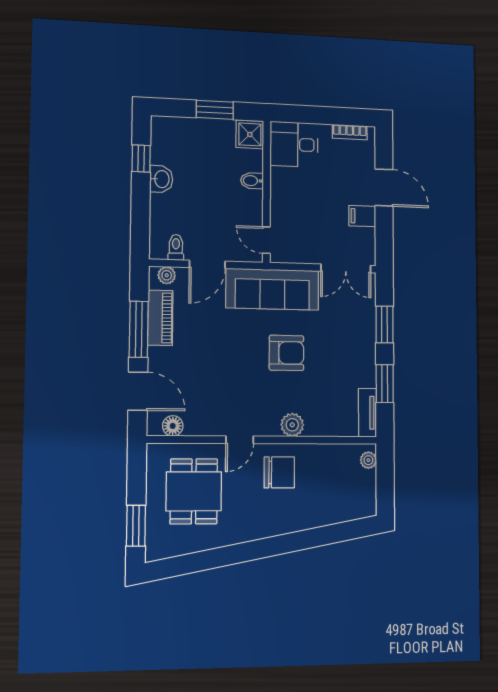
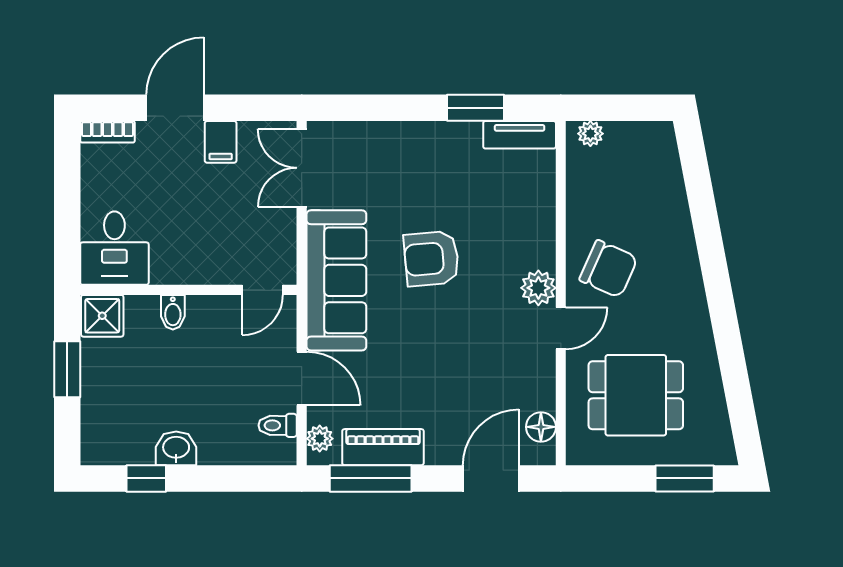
bookcase: (350, 132) -> (108, 132), moved, turned 90
double door: (346, 268) -> (302, 168), swing flipped
window: (384, 325) -> (386, 108), removed
window: (139, 329) -> (371, 478), moved
armchair: (287, 353) -> (431, 259), turned -95
plant: (292, 425) -> (538, 288), moved
door: (240, 440) -> (561, 328), hinge flipped
chair: (279, 472) -> (609, 269), turned 114

